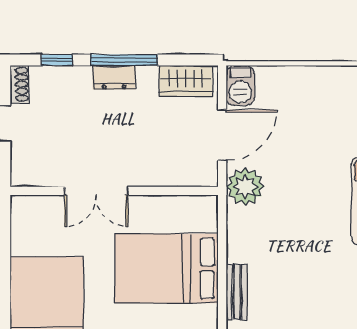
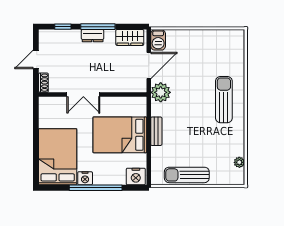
shoe rack: (19, 84) -> (43, 83), moved
bench: (237, 292) -> (156, 131), moved

